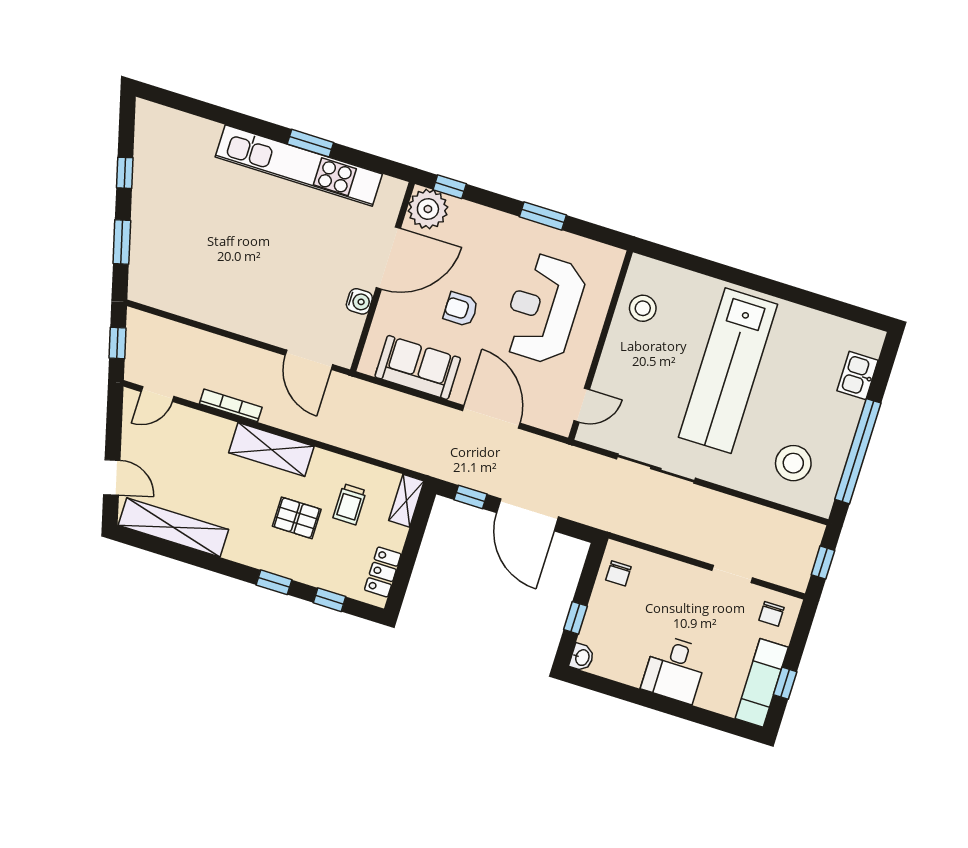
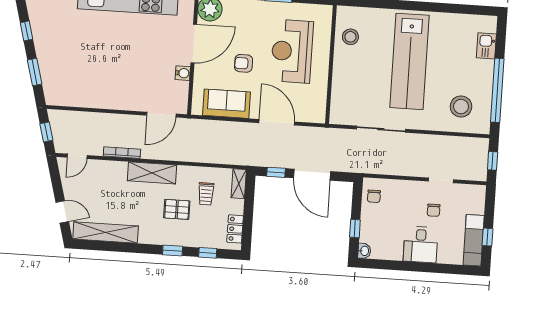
door: (309, 360) -> (161, 115), hinge flipped
door: (582, 405) -> (328, 102), removed
chair: (771, 614) -> (434, 210), moved

